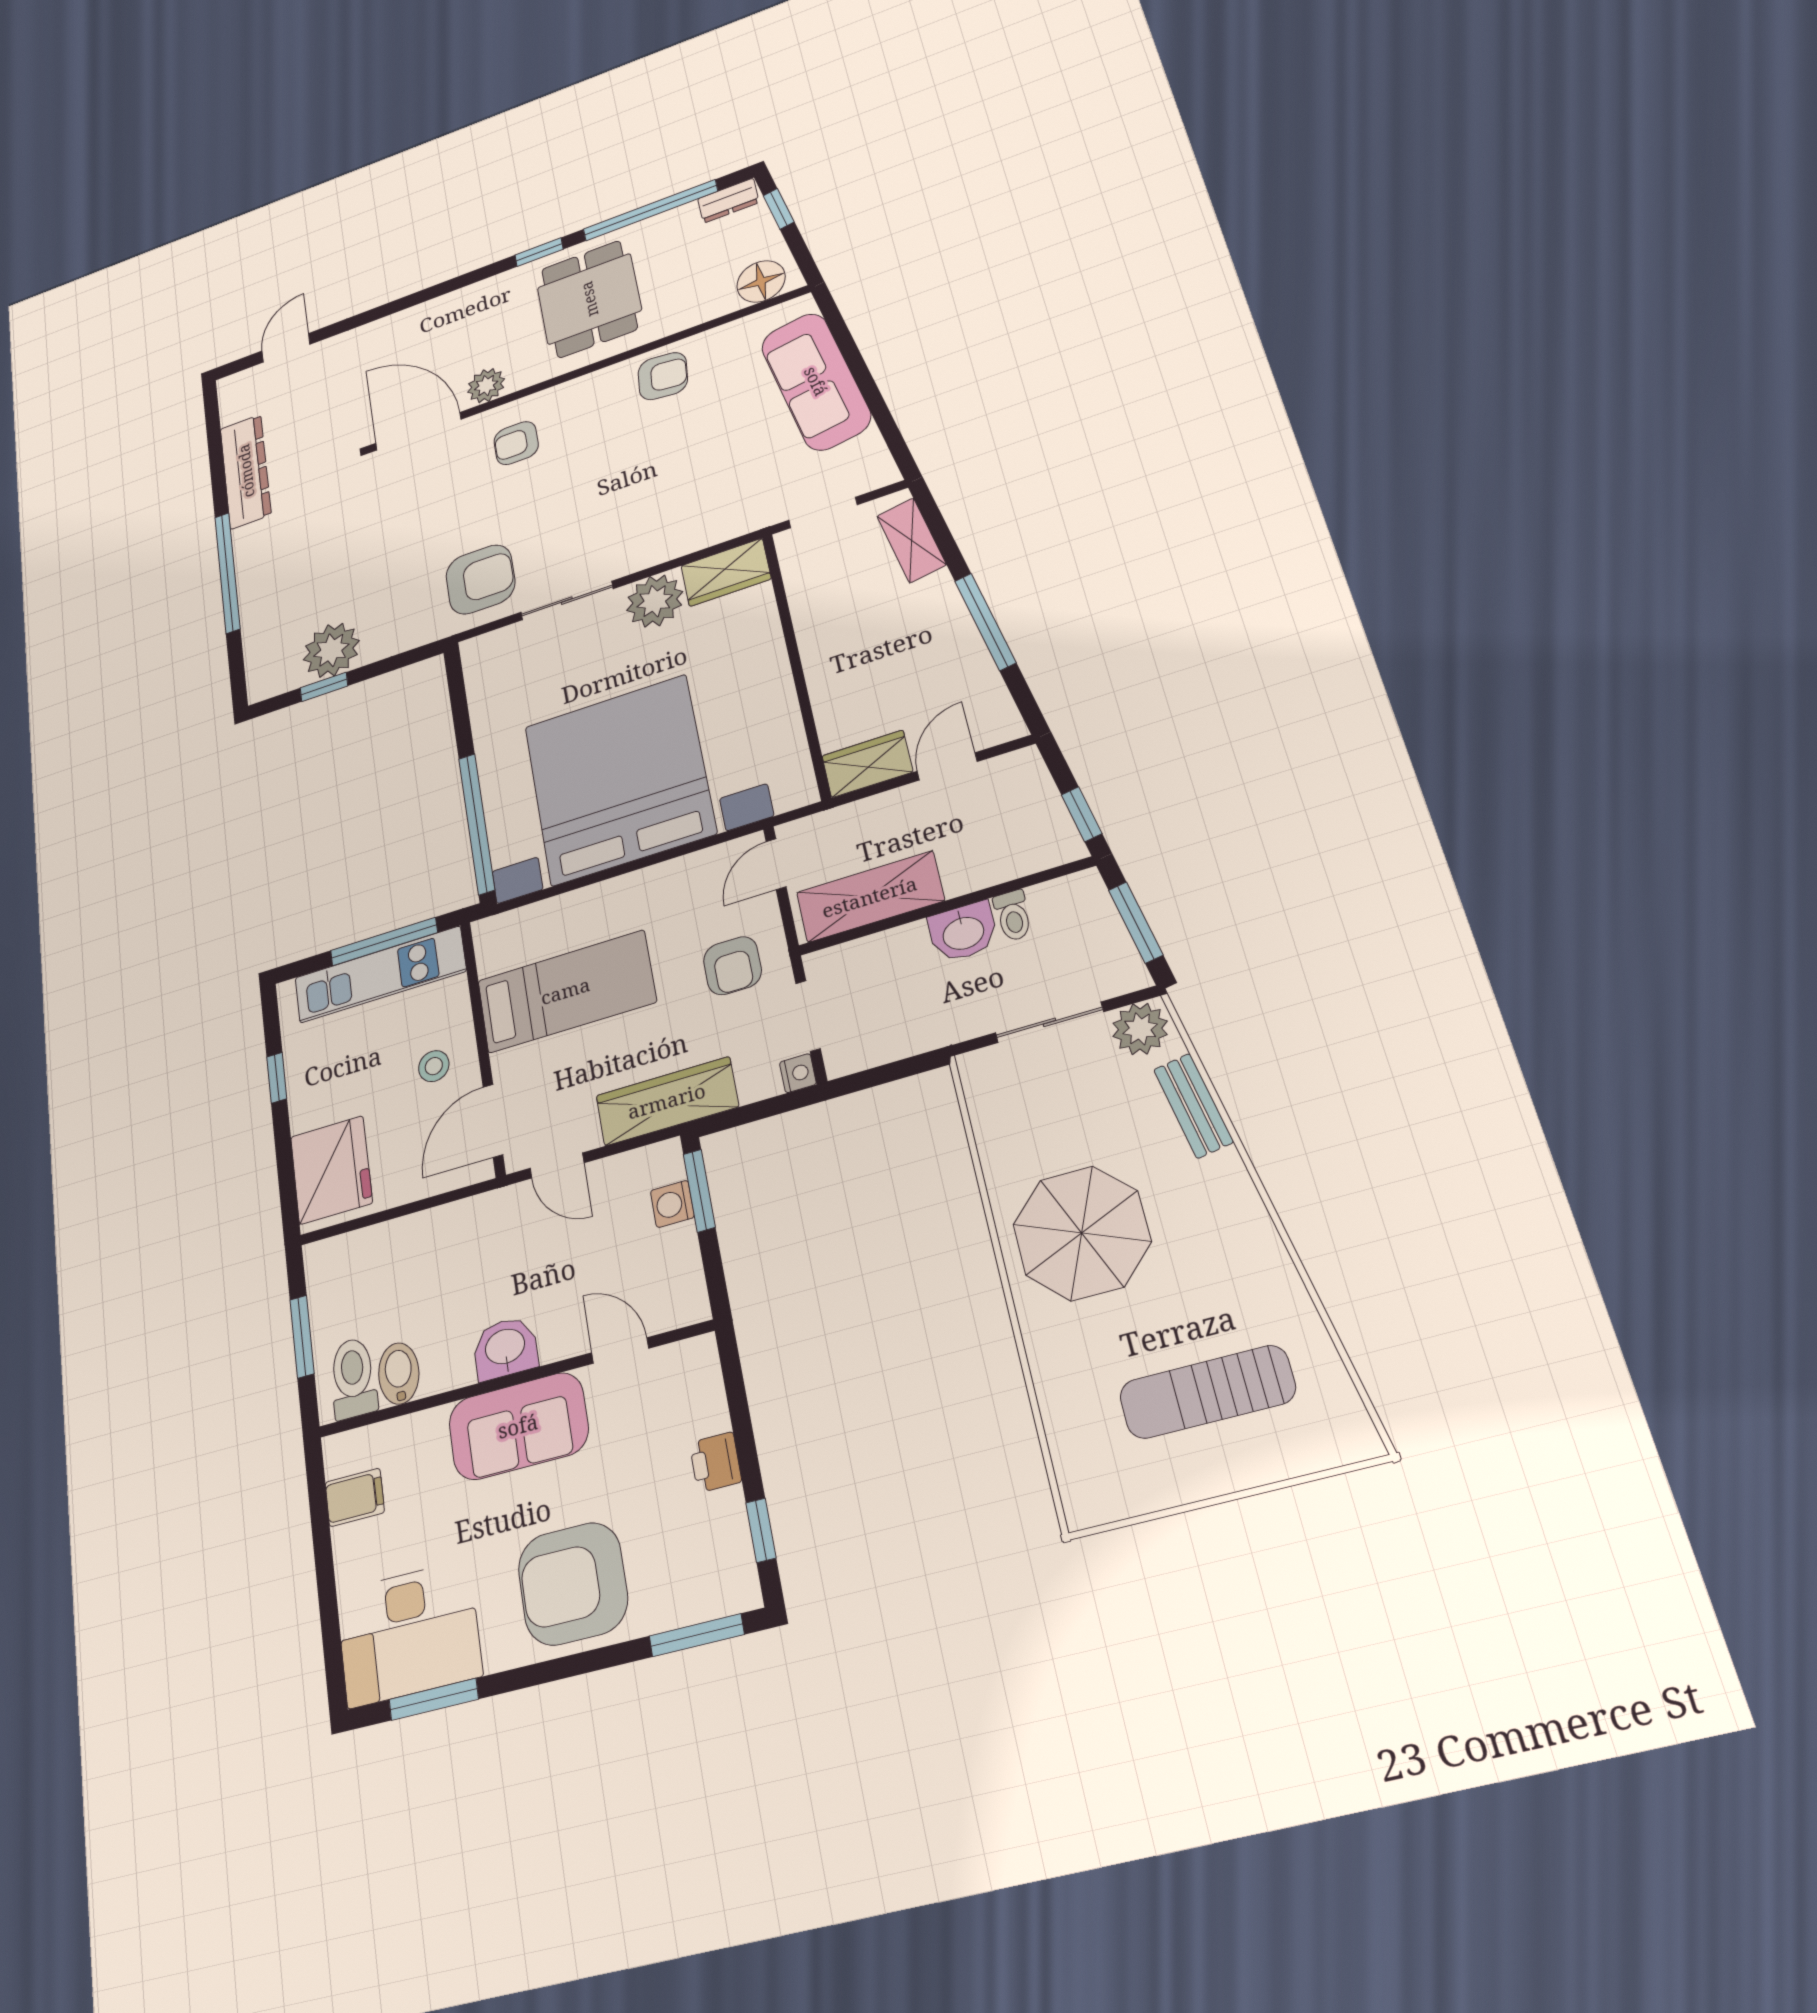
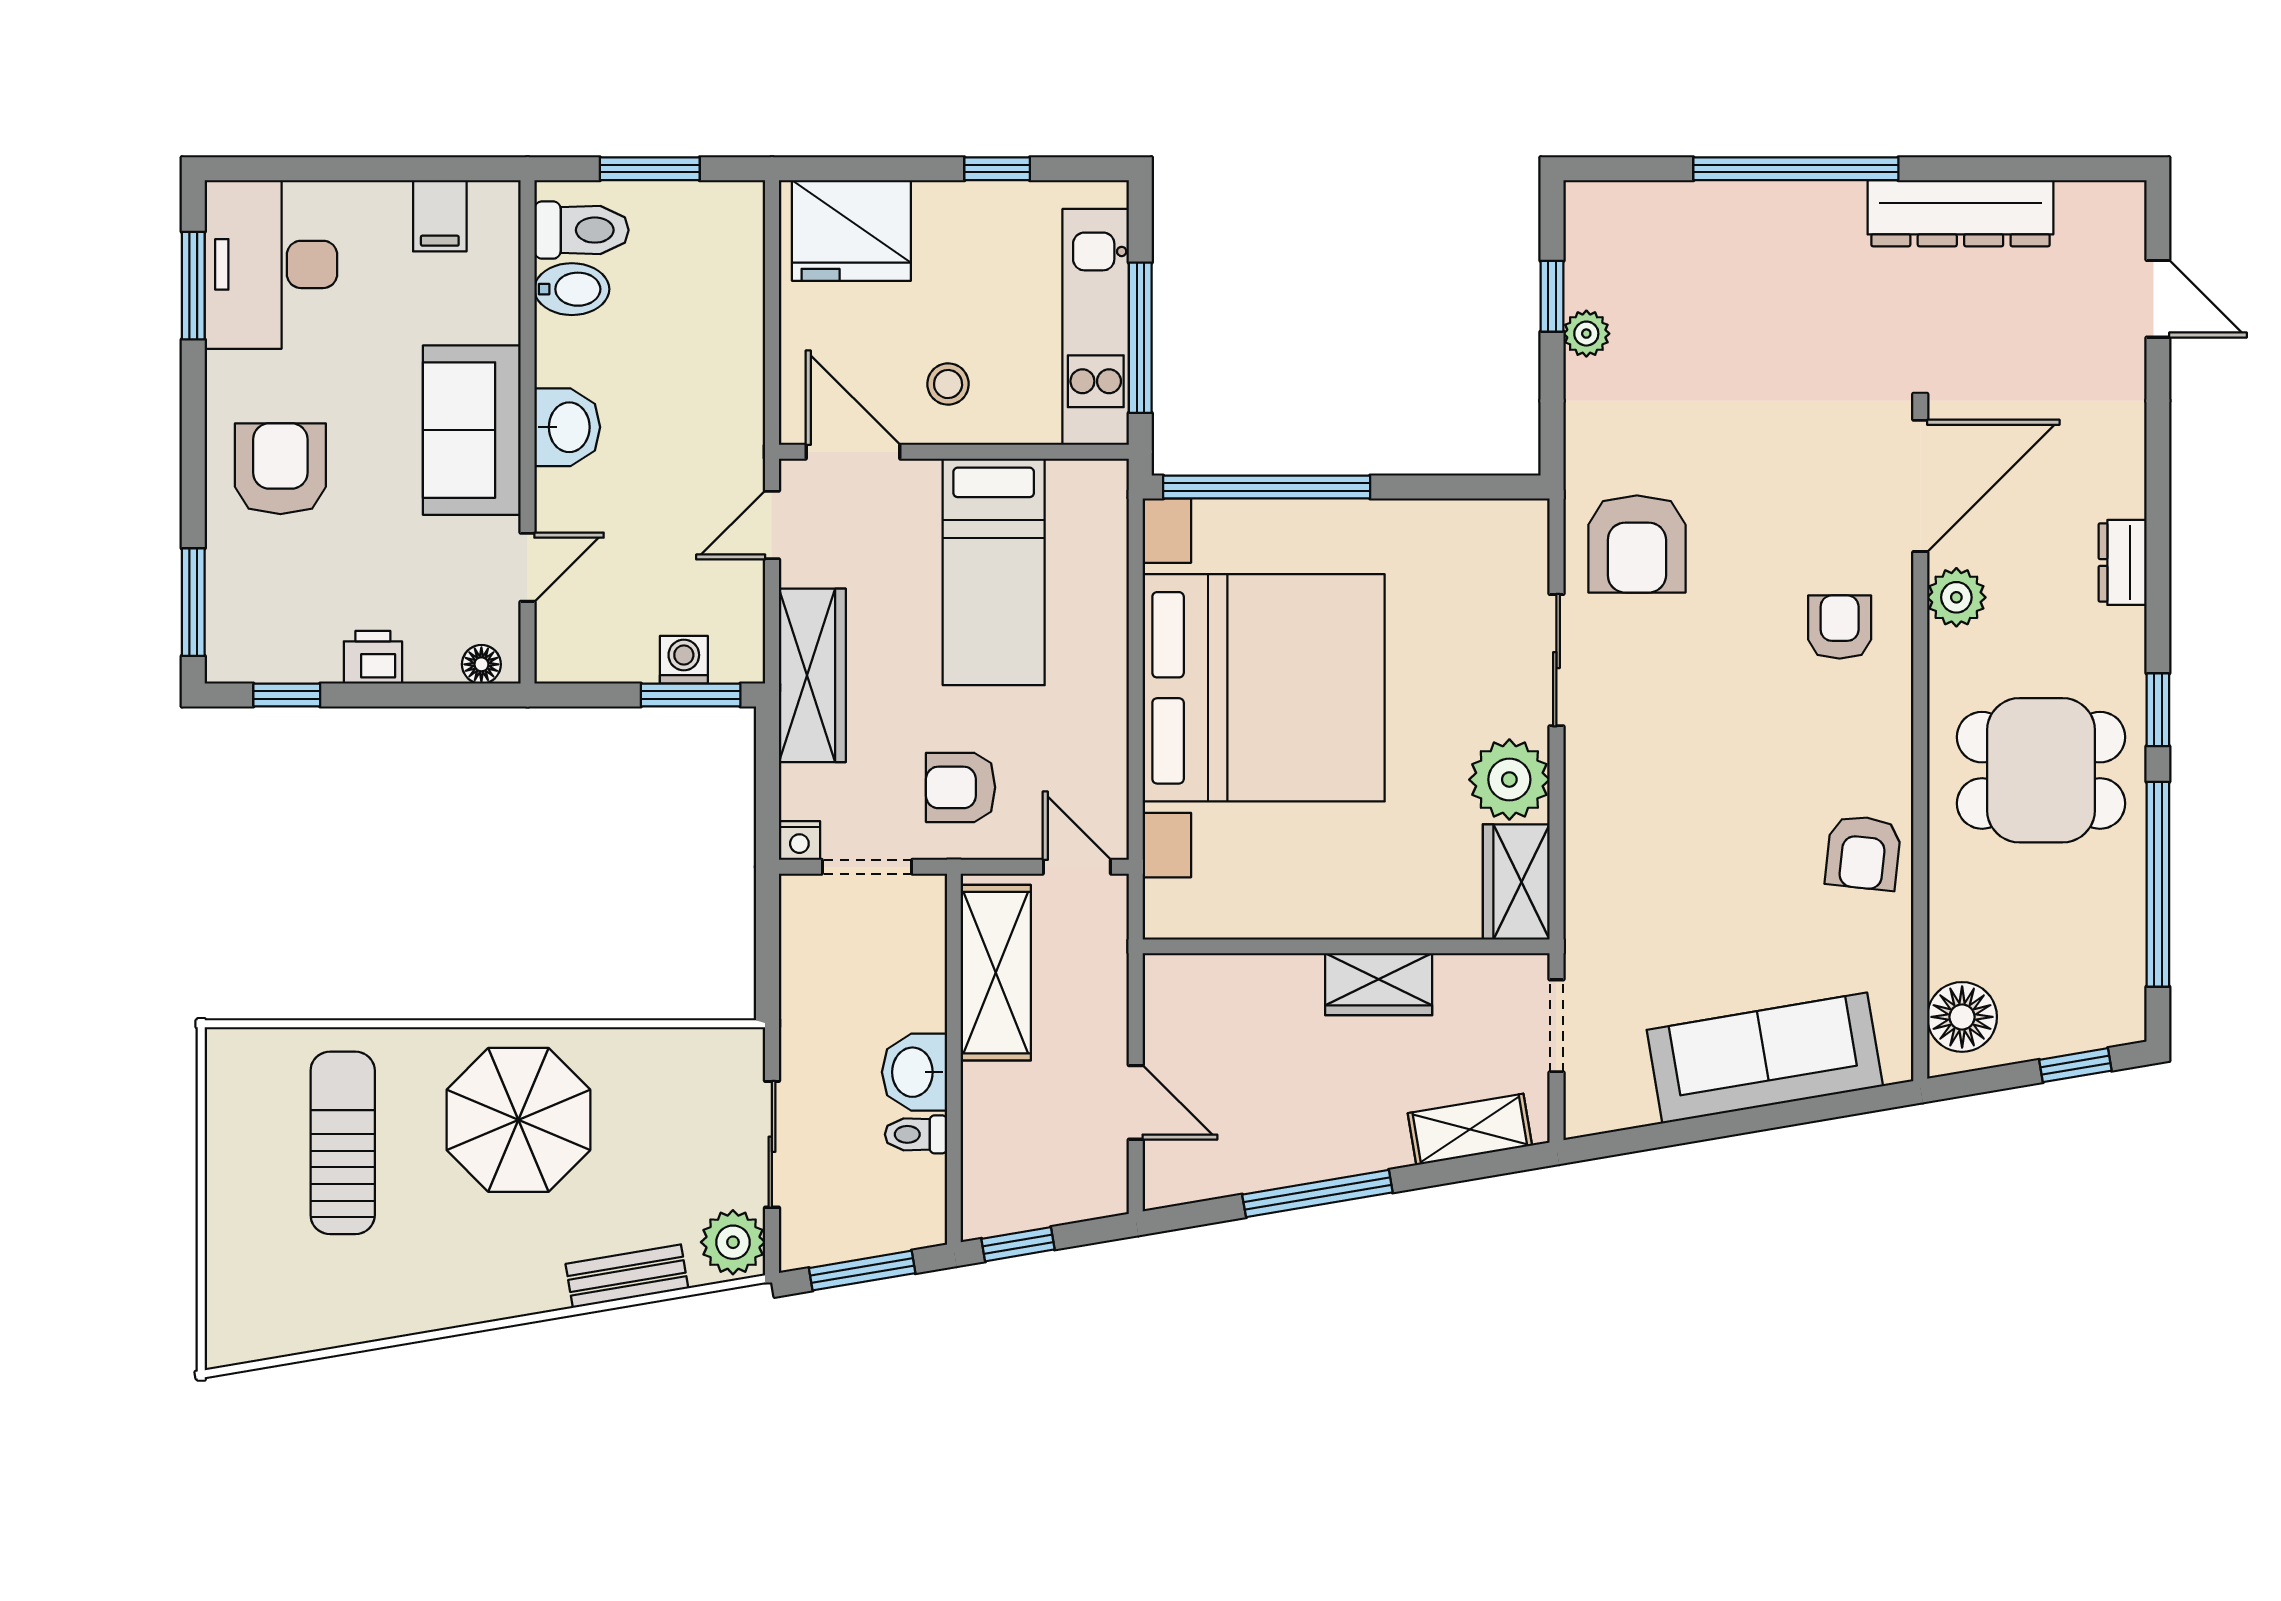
dresser: (728, 201) -> (2123, 562), moved
plant: (331, 650) -> (1586, 334), width x0.53, depth x0.53
wardrobe: (867, 764) -> (1379, 984), moved, turned 90
floor lamp: (705, 1368) -> (481, 664), added
sun lounger: (1207, 1392) -> (343, 1143), moved
armchair: (573, 1584) -> (280, 469), width x0.73, depth x0.73

